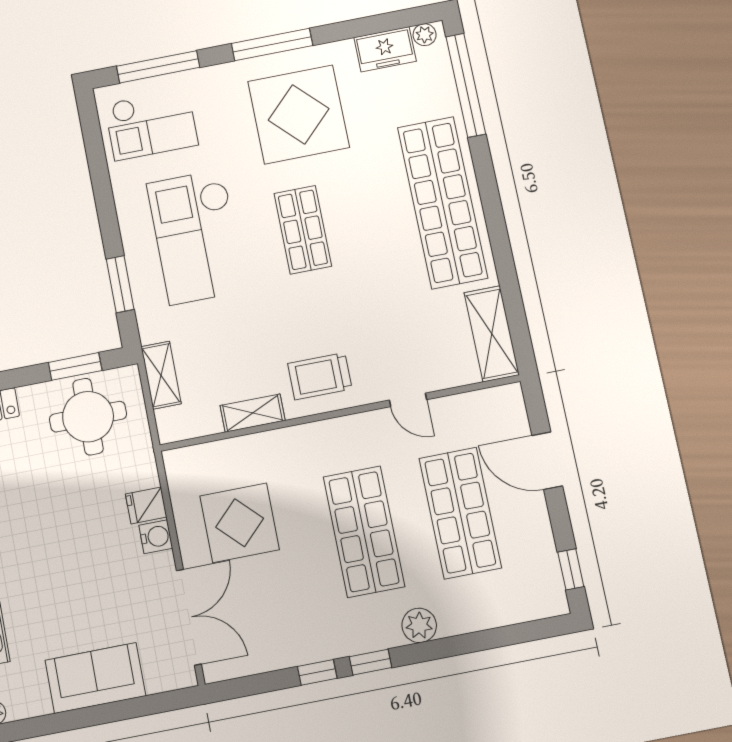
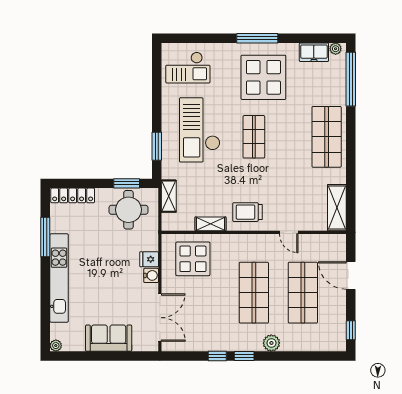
window: (158, 67) -> (197, 38), removed
shop shelf: (443, 203) -> (327, 137), width x0.71
display table: (240, 523) -> (193, 259), moved

